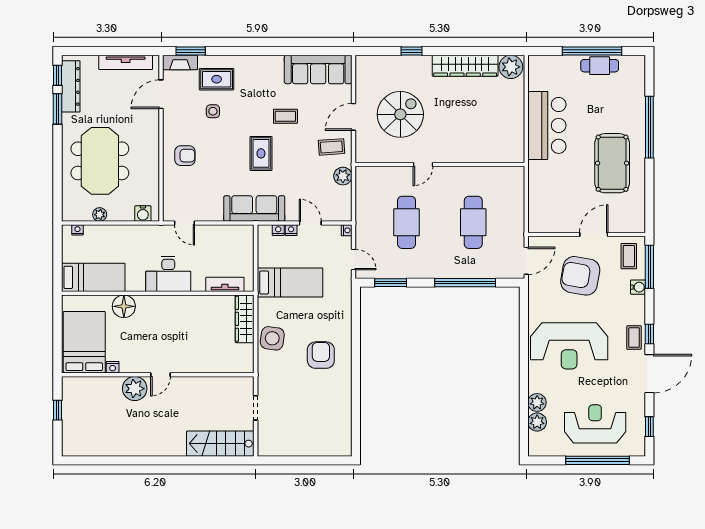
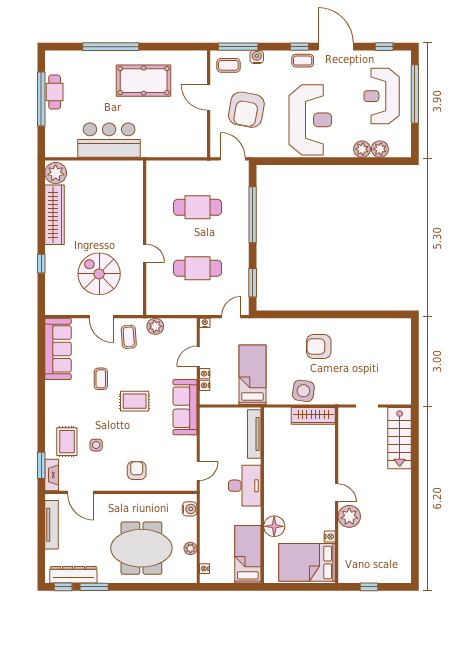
tv unit: (225, 284) -> (254, 434), width x1.41
wardrobe: (245, 319) -> (313, 416), moved

